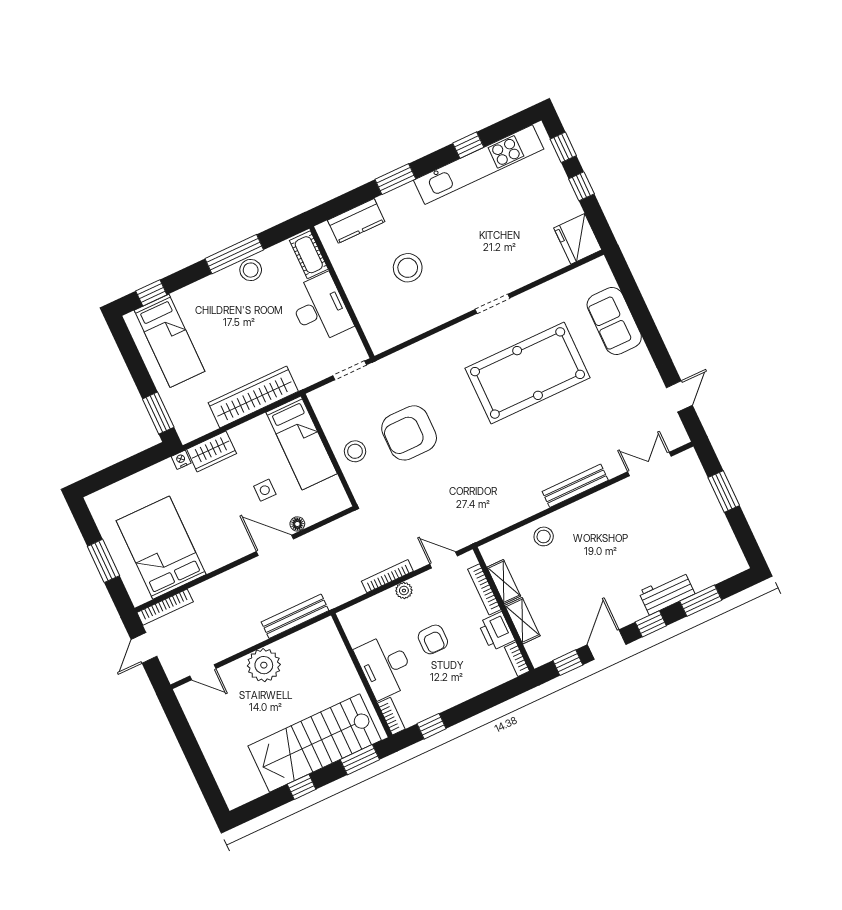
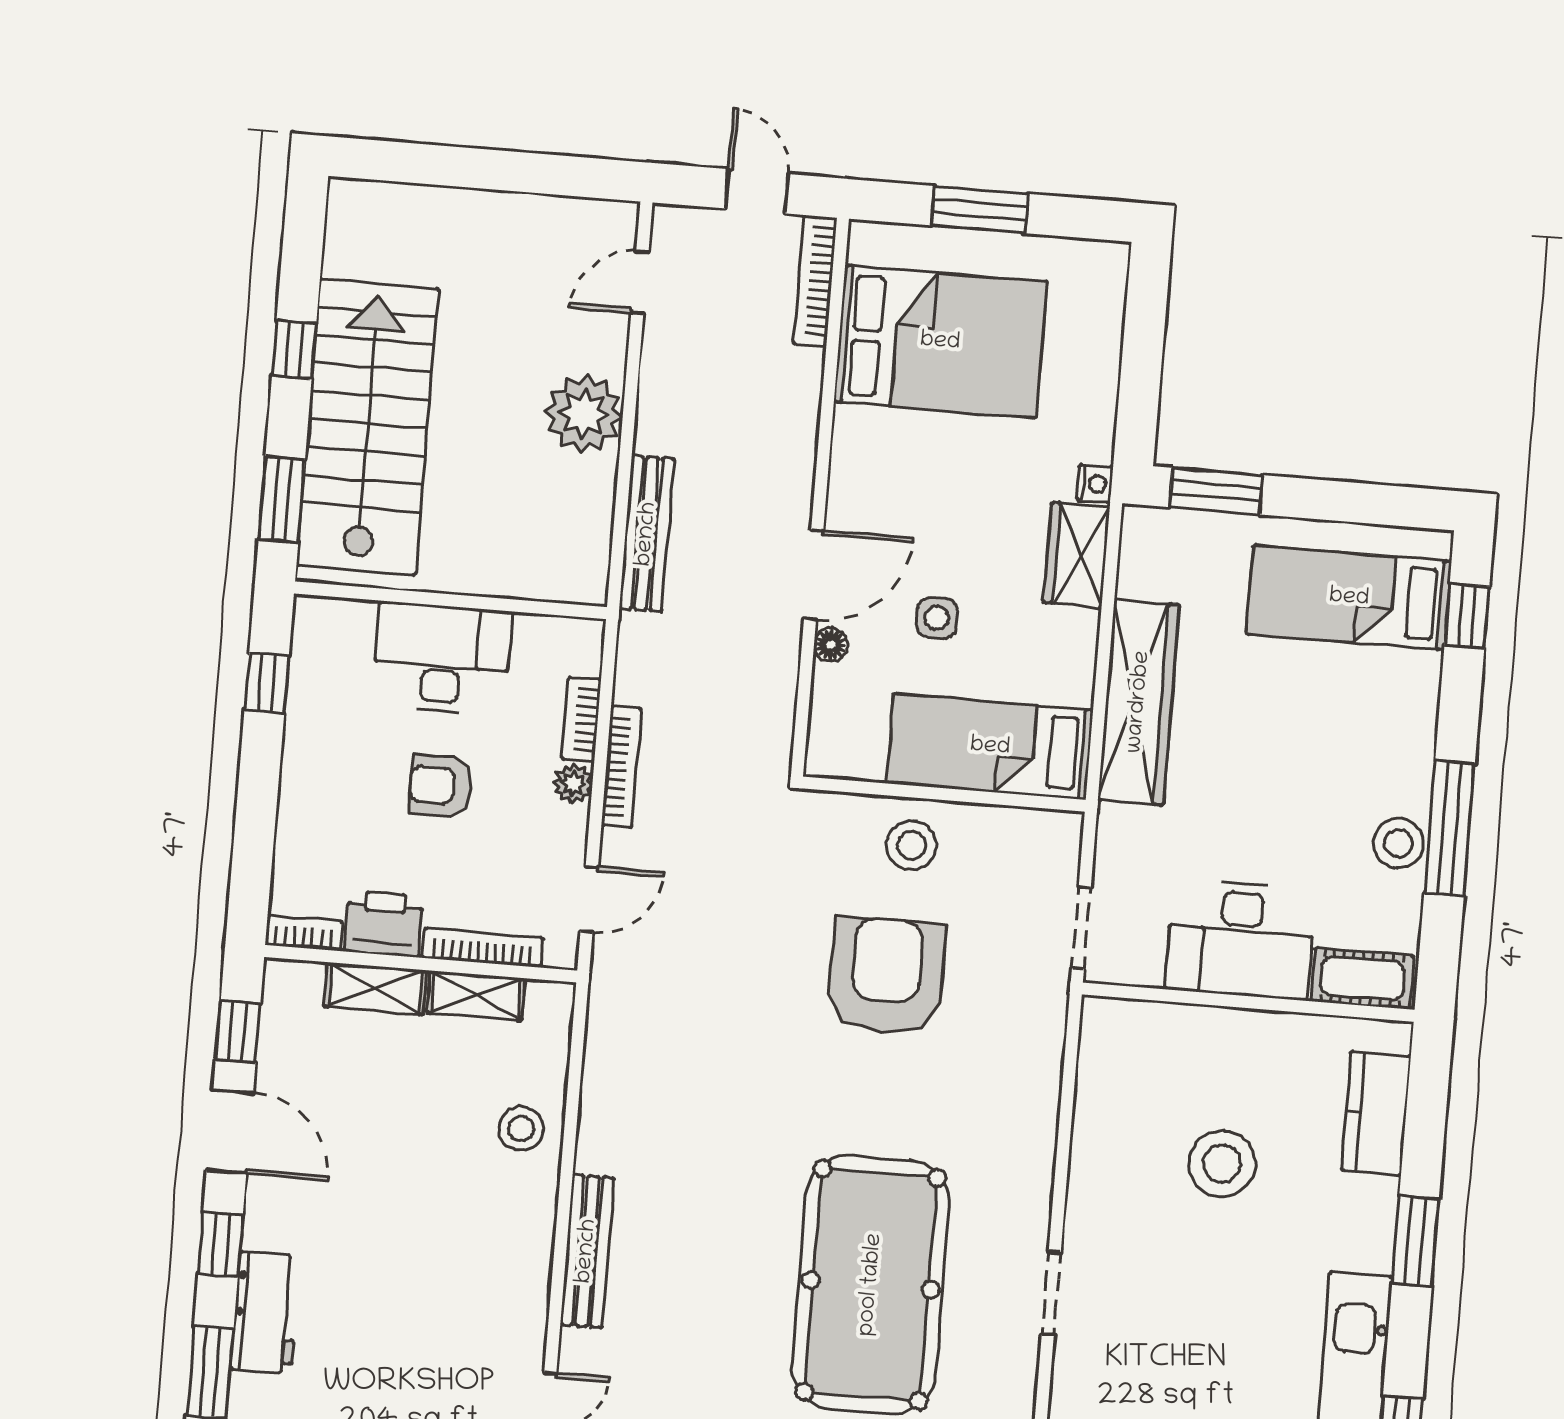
bookcase: (391, 716) -> (581, 719), moved, turned 90

